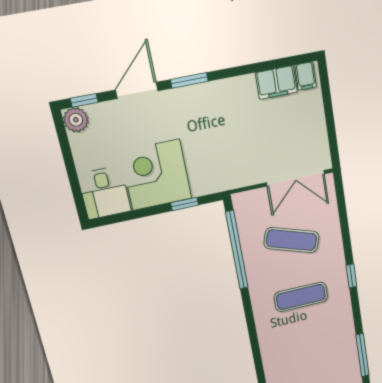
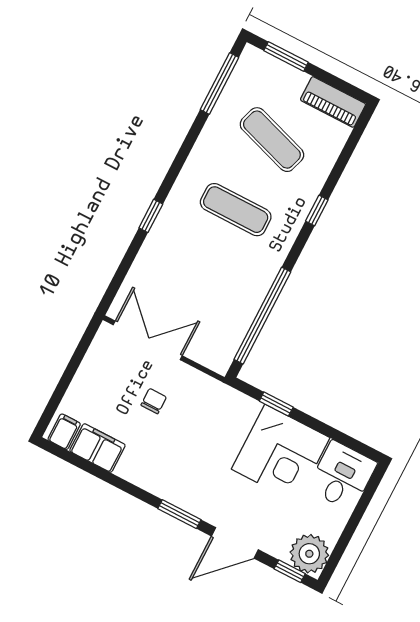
plant: (76, 120) -> (309, 554), width x1.36, depth x1.36
chair: (263, 143) -> (154, 401), added
exercise mat: (292, 240) -> (272, 140), moved
window: (351, 276) -> (151, 216), moved
window: (253, 335) -> (317, 210), added

